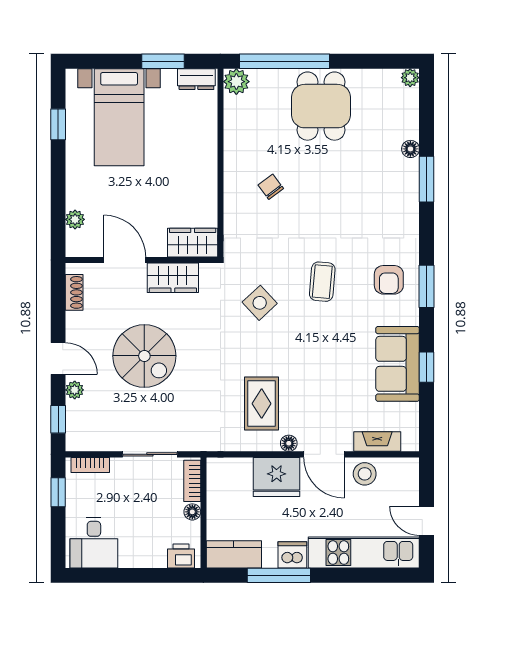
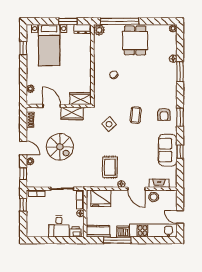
fridge: (277, 477) -> (101, 198), moved
desk: (94, 543) -> (59, 226), moved

